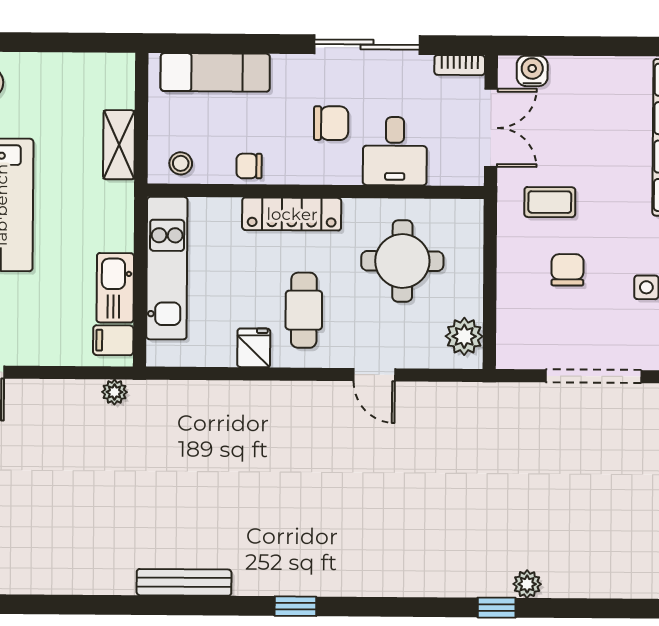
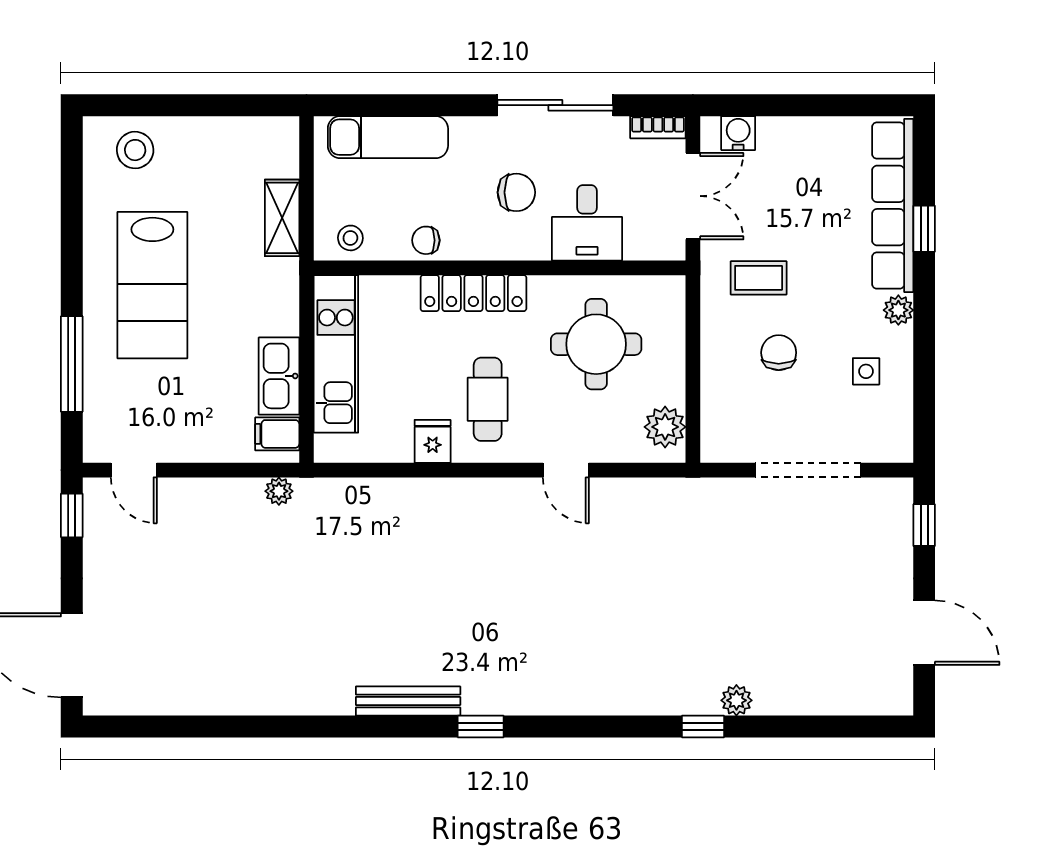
bench: (184, 582) -> (408, 701), moved

